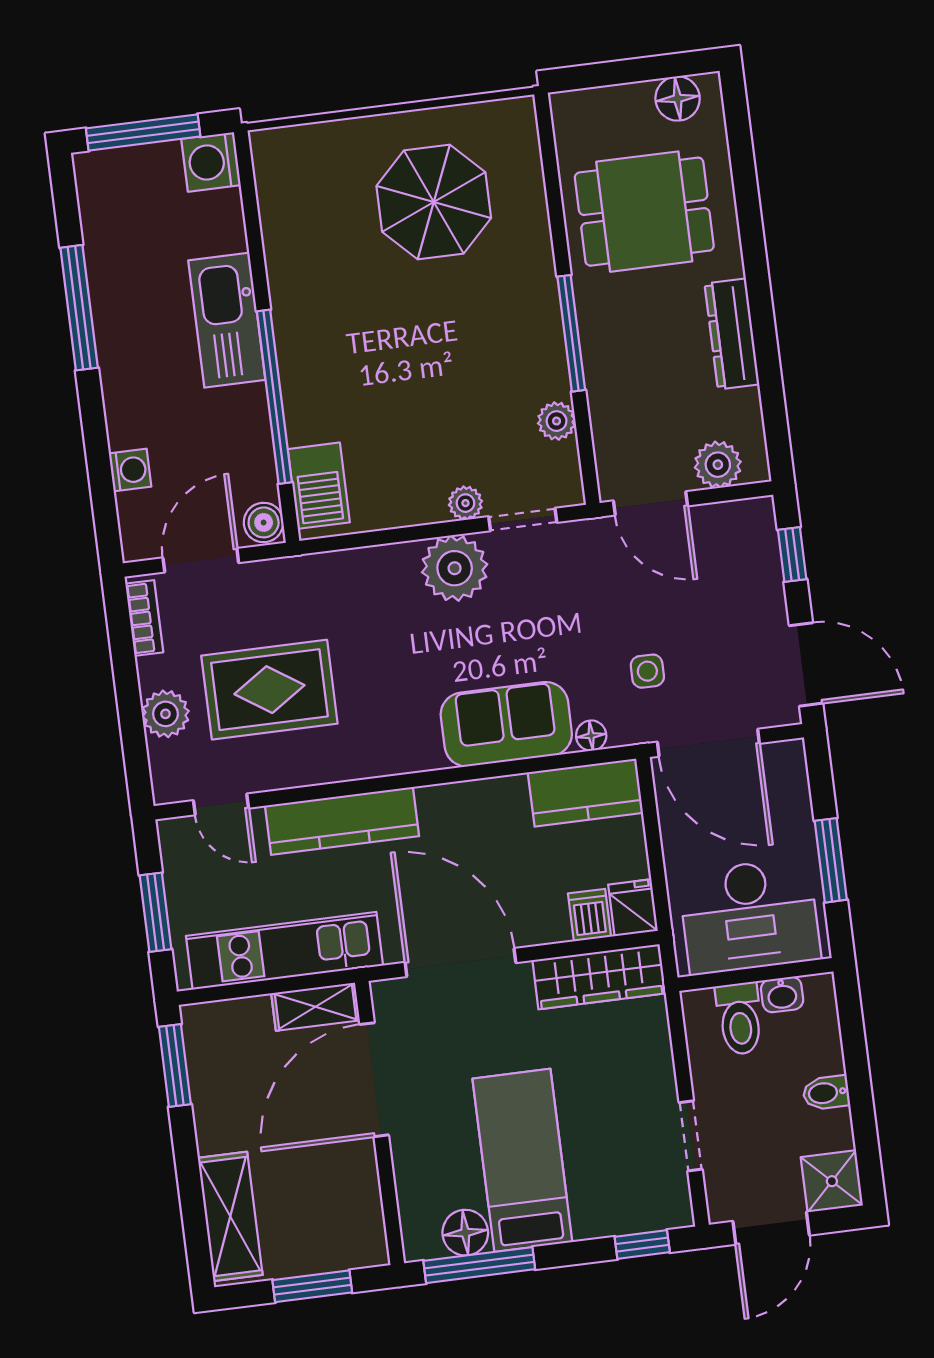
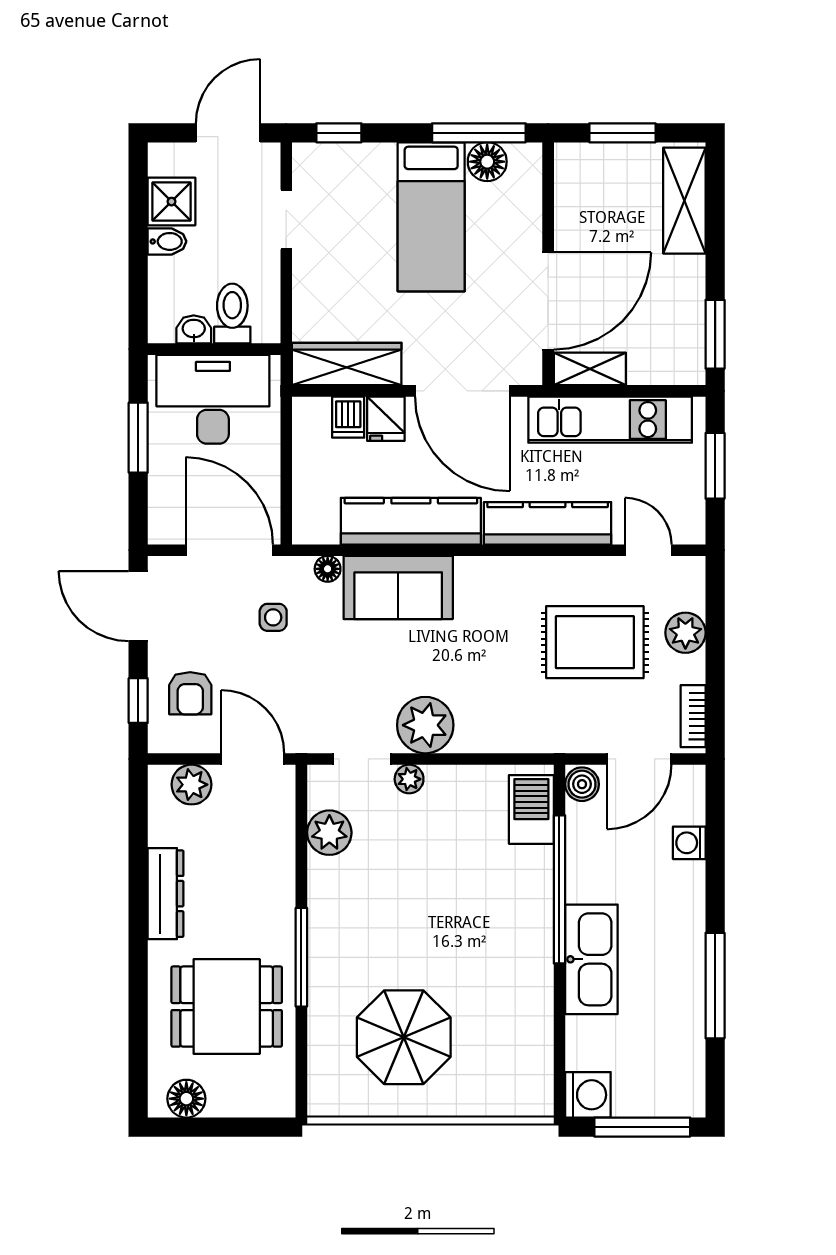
window: (571, 333) -> (301, 957), moved
plant: (557, 421) -> (329, 833), width x1.38, depth x1.38
armchair: (733, 571) -> (190, 693), added
kitchen counter: (585, 793) -> (411, 521), moved, width x1.50
fridge: (633, 908) -> (386, 419), moved
shower: (832, 1181) -> (172, 202), moved

